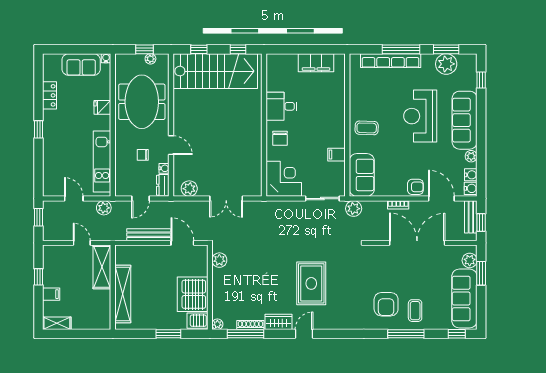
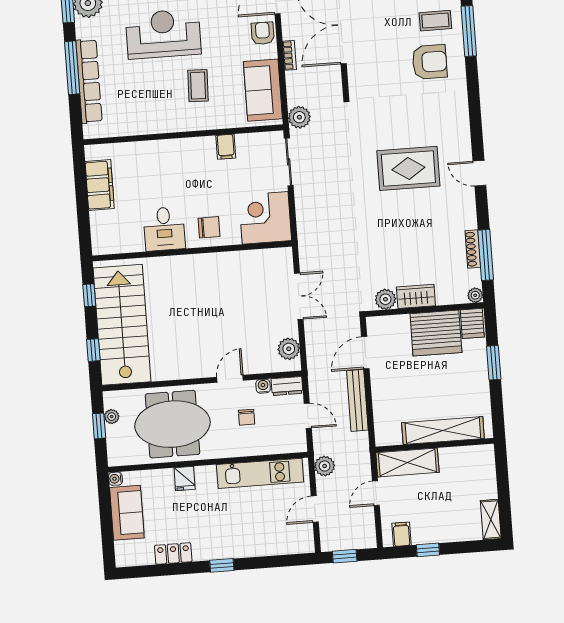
reception desk: (420, 116) -> (163, 34), turned 180
coffee table: (367, 128) -> (198, 86), moved
sofa: (362, 175) -> (263, 90), moved, turned -90
filing cabinet: (51, 294) -> (401, 534), moved
wardrobe: (278, 322) -> (416, 296), moved, turned 90

